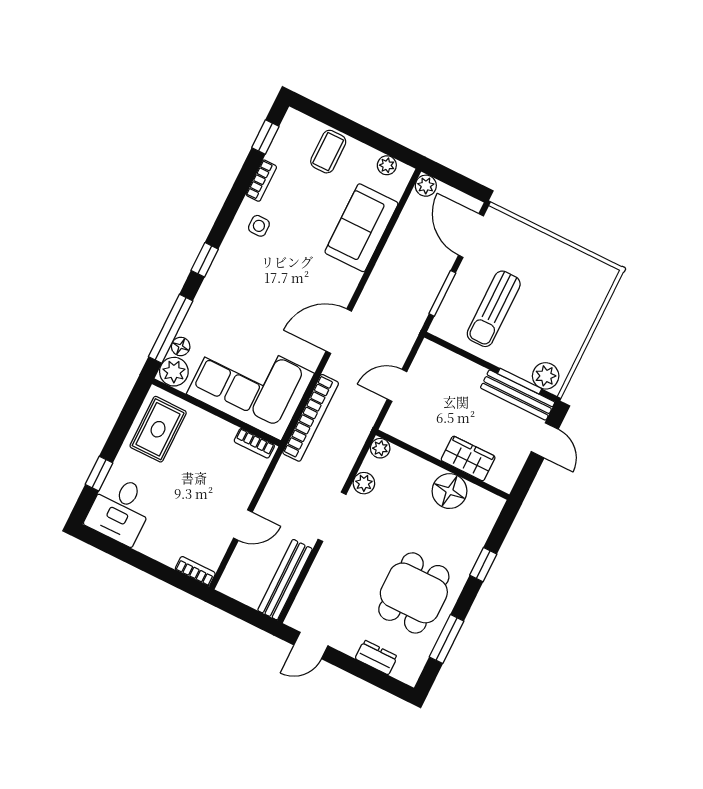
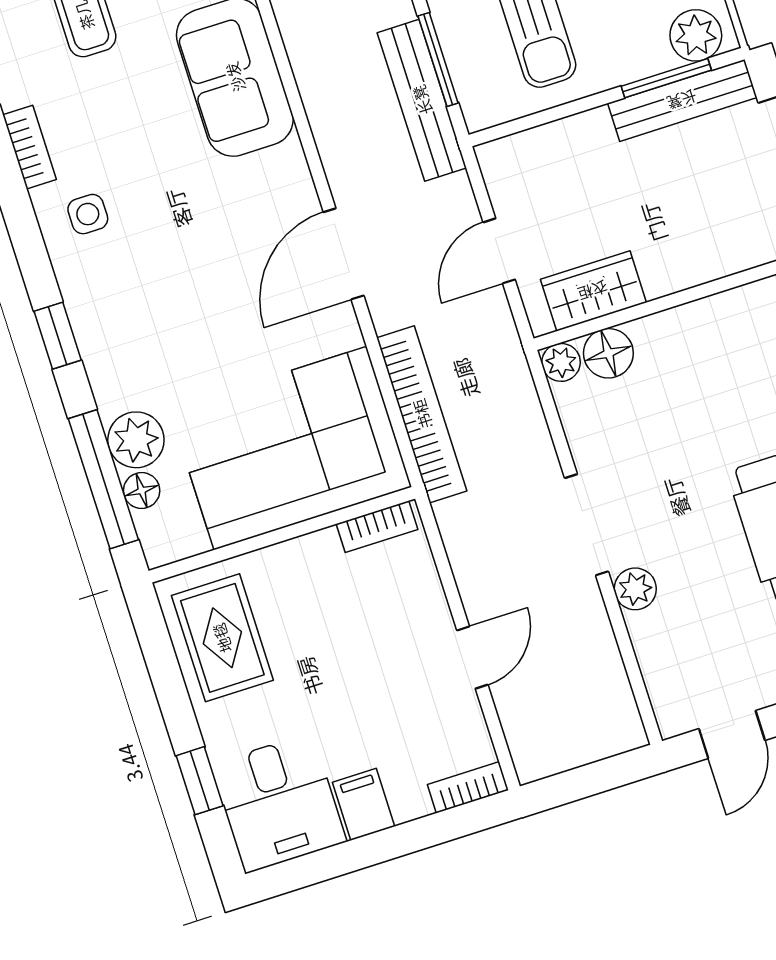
plant: (174, 372) -> (136, 440), moved
wardrobe: (468, 458) -> (593, 291), moved
plant: (364, 483) -> (635, 589), moved
floor lamp: (449, 491) -> (608, 353), moved, width x0.73, depth x0.73
filing cabinet: (151, 540) -> (364, 804), added
bench: (285, 580) -> (422, 100), moved

